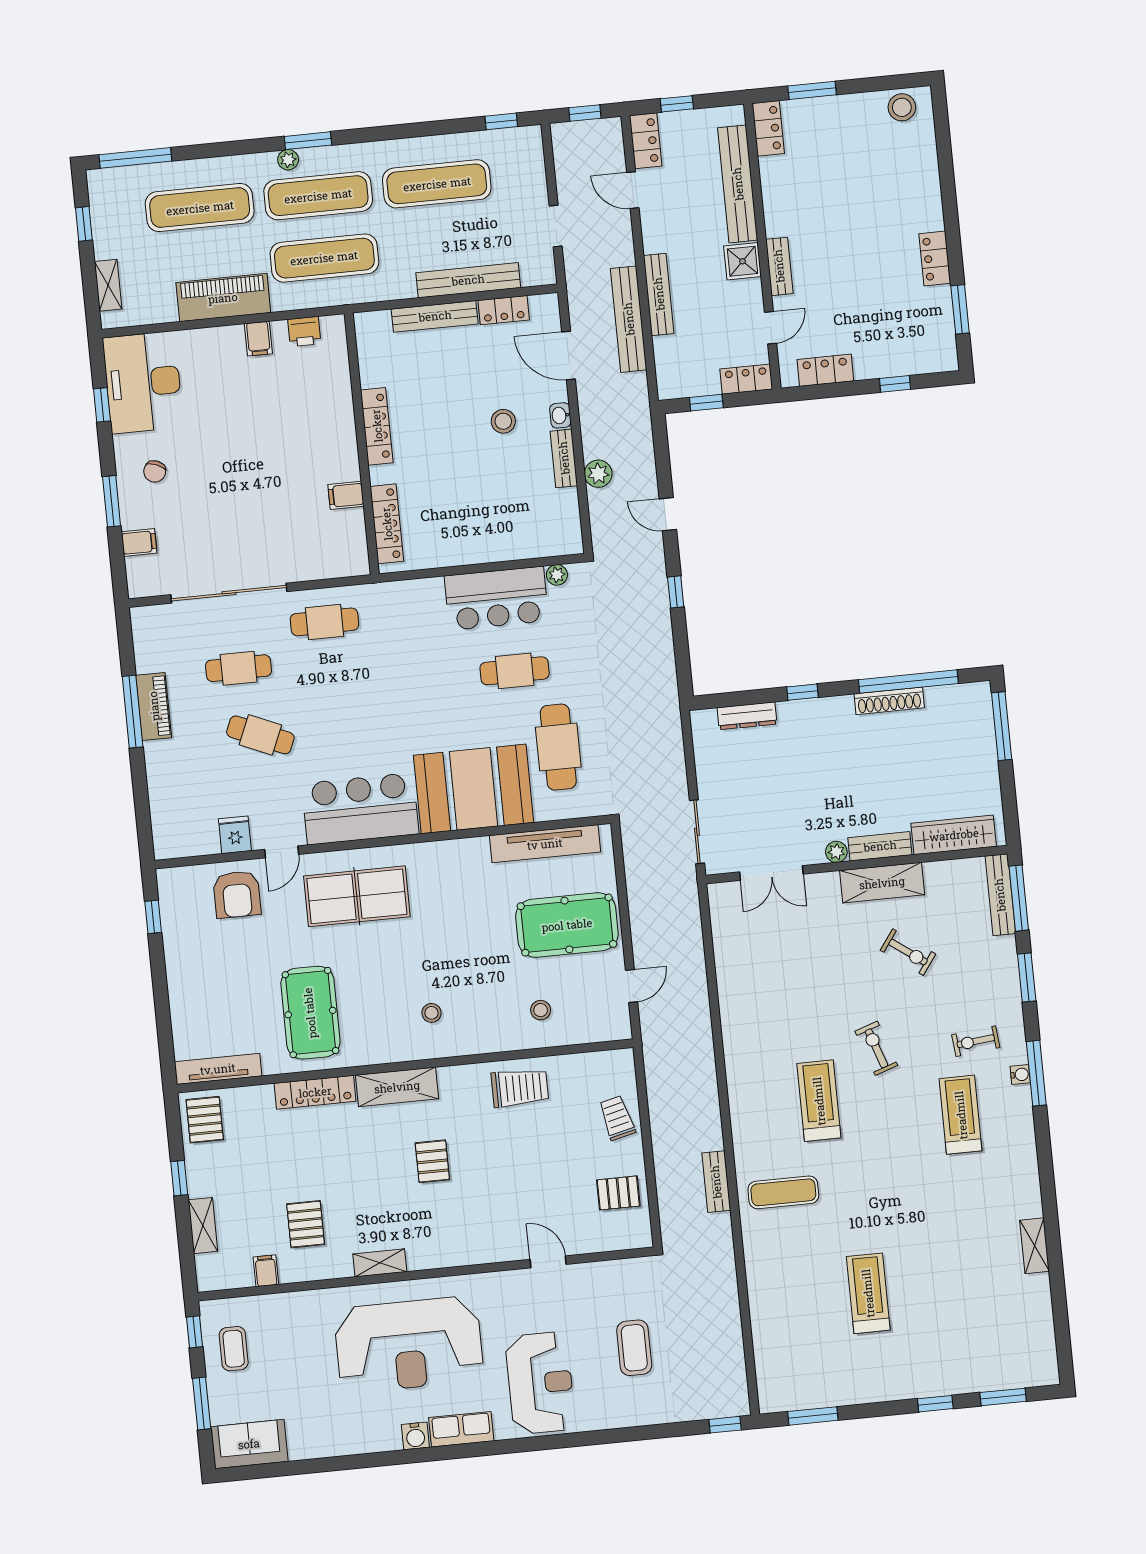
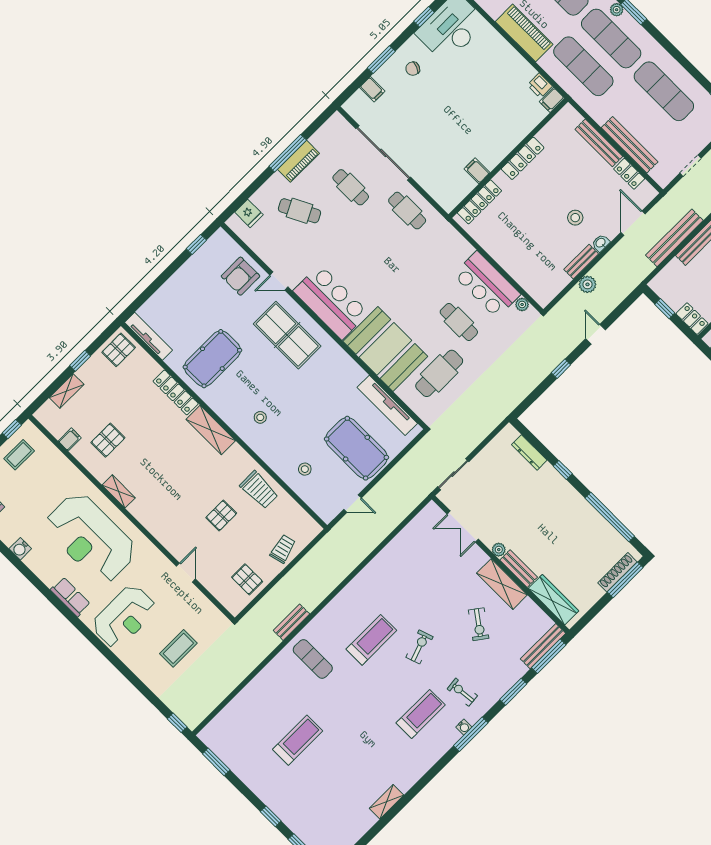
filing cabinet: (258, 339) -> (552, 100), moved
shoe rack: (889, 701) -> (617, 572), moved, turned 90
cafe table: (260, 735) -> (299, 211), moved, turned -50
fridge: (235, 835) -> (249, 213), moved, turned 90
pallet: (432, 1161) -> (221, 515), moved
water cooler: (415, 1436) -> (20, 549), moved

